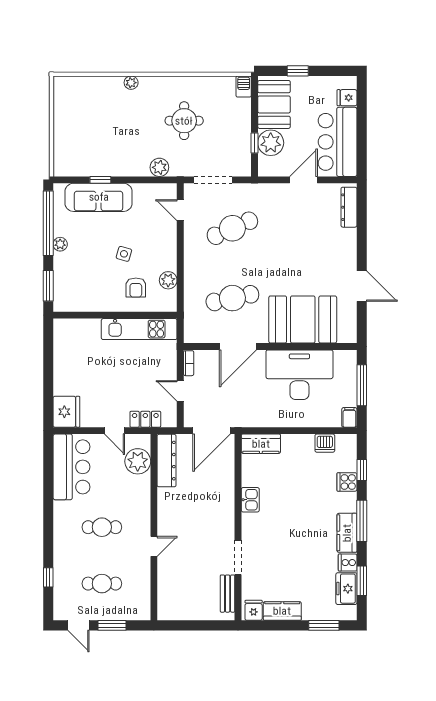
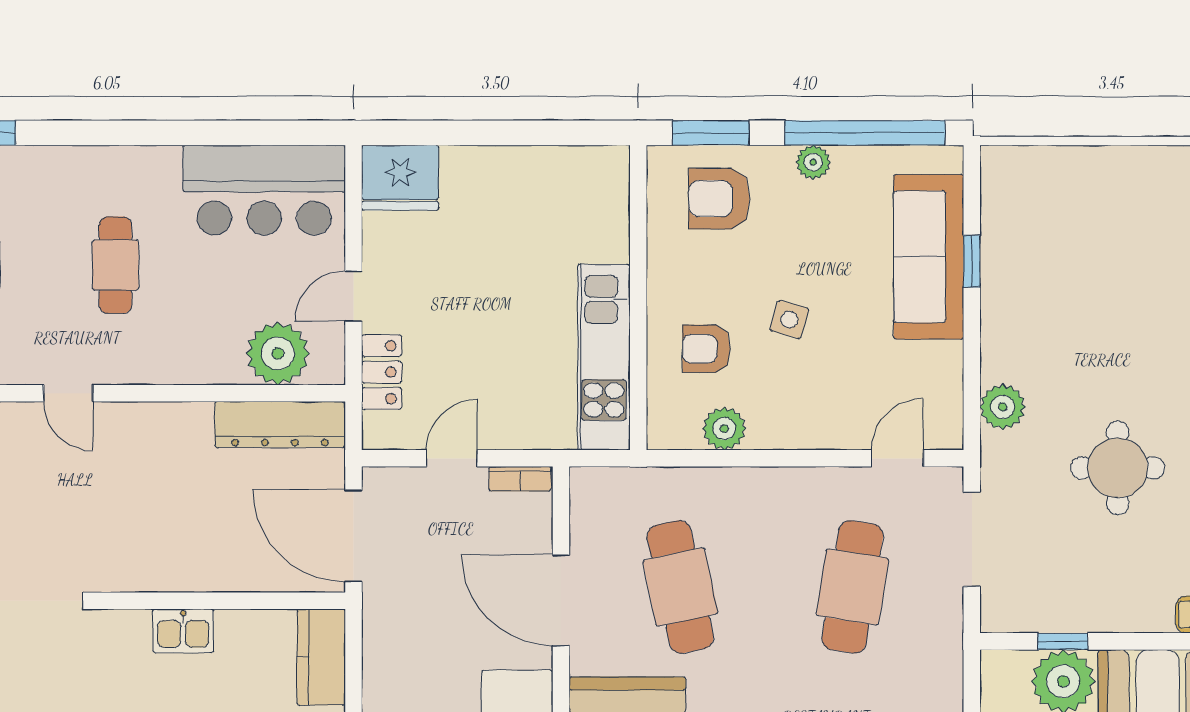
cafe table: (232, 228) -> (852, 587), turned 33
armchair: (75, 282) -> (719, 199), added

